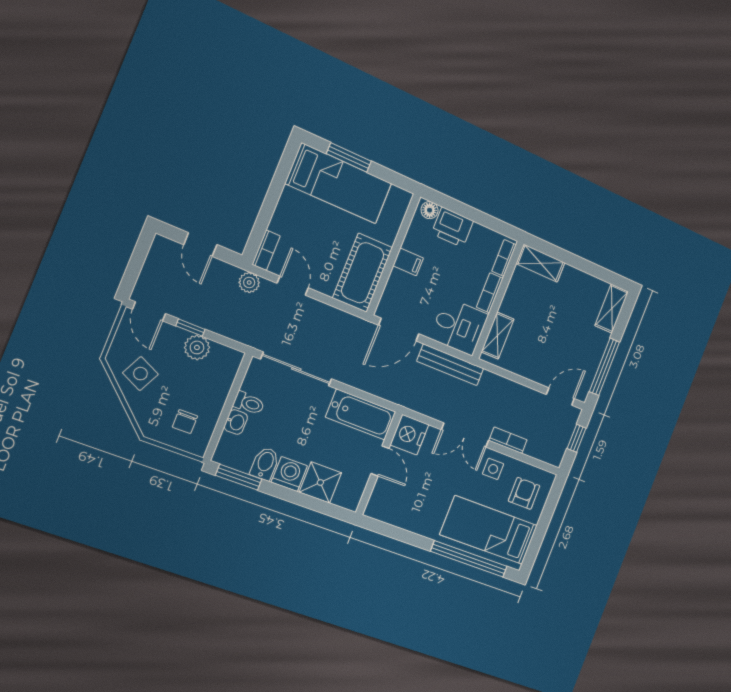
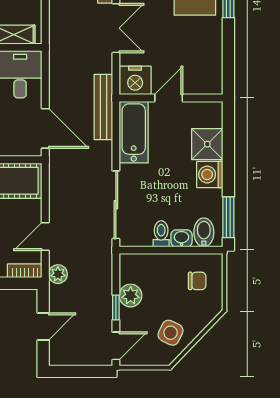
bench: (450, 365) -> (103, 107), moved
bidet: (265, 464) -> (204, 232), moved, turned 90

